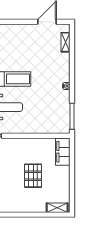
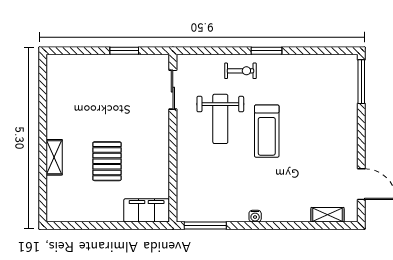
pallet: (33, 176) -> (107, 161), turned 90
shelving: (57, 208) -> (54, 157), moved

